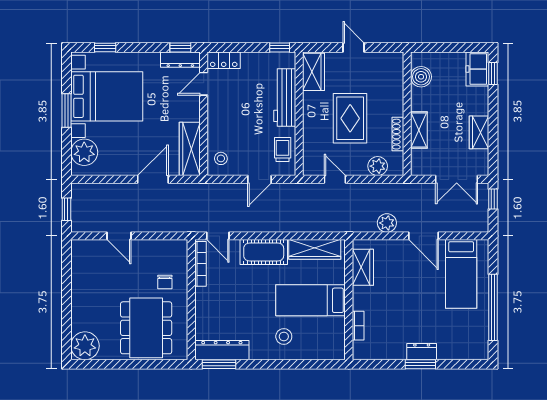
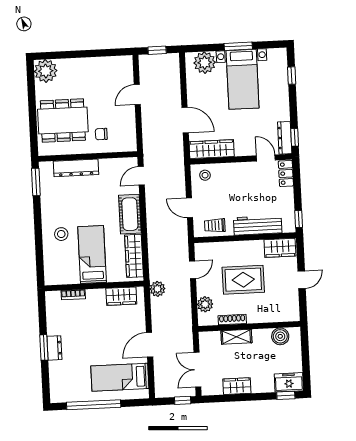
bed with nightstands: (107, 96) -> (243, 79), width x0.73
trolley: (283, 150) -> (215, 225), turned 180
plant: (387, 223) -> (157, 289), moved
bookcase: (200, 264) -> (118, 163), removed
dresser: (222, 350) -> (76, 168), moved, turned 90

